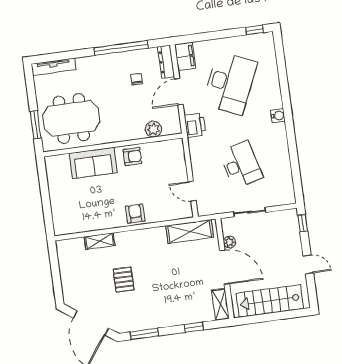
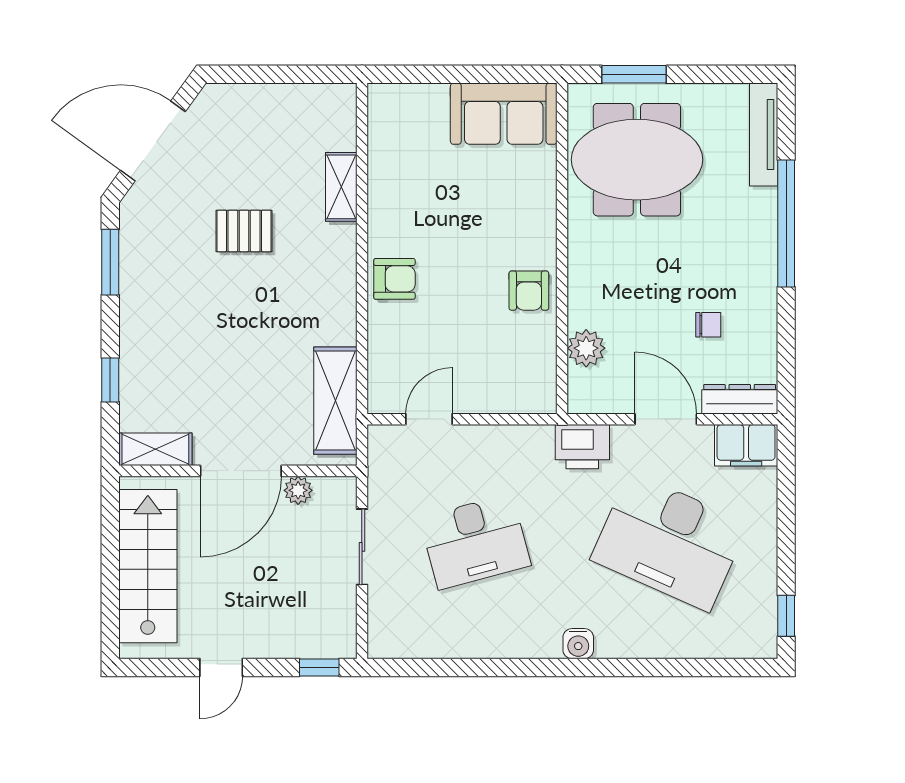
window: (121, 48) -> (786, 223), moved
meeting table: (71, 118) -> (637, 160), turned 90
sofa: (93, 163) -> (504, 114), moved, turned -90

